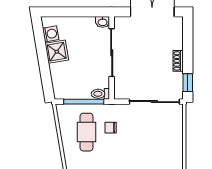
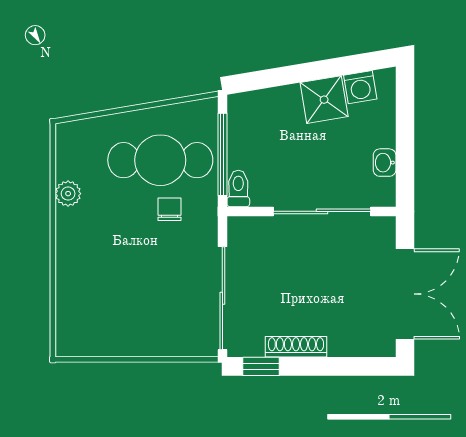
washbasin: (103, 22) -> (385, 163), moved
shoe rack: (178, 61) -> (296, 347), width x1.43
cafe table: (86, 132) -> (160, 160), width x1.37, depth x1.35

